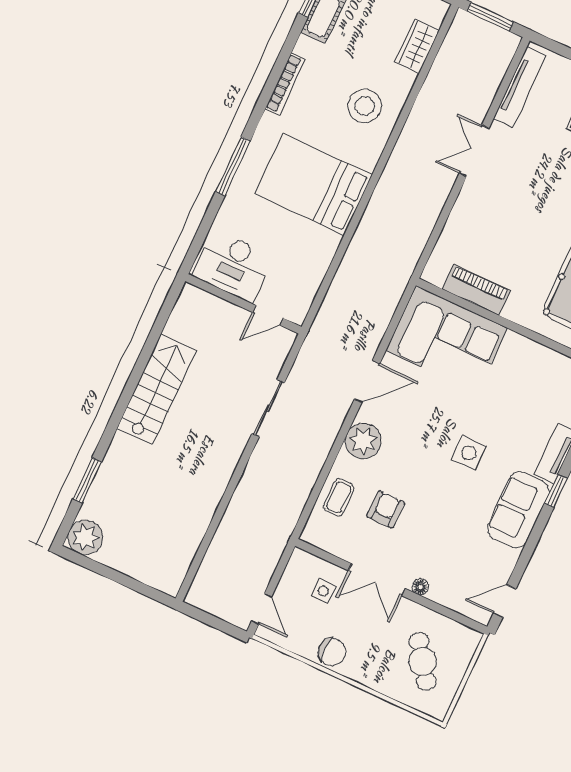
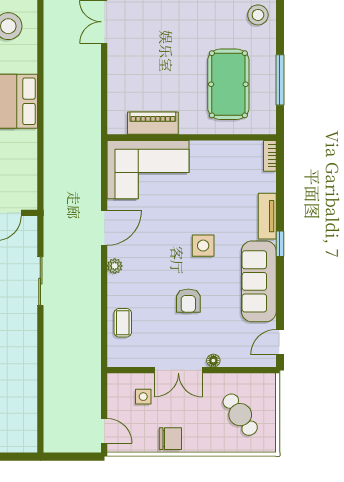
plant: (363, 441) -> (115, 266), width x0.53, depth x0.53
armchair: (386, 509) -> (188, 301), moved, turned 180
sofa: (518, 510) -> (259, 281), width x1.36

